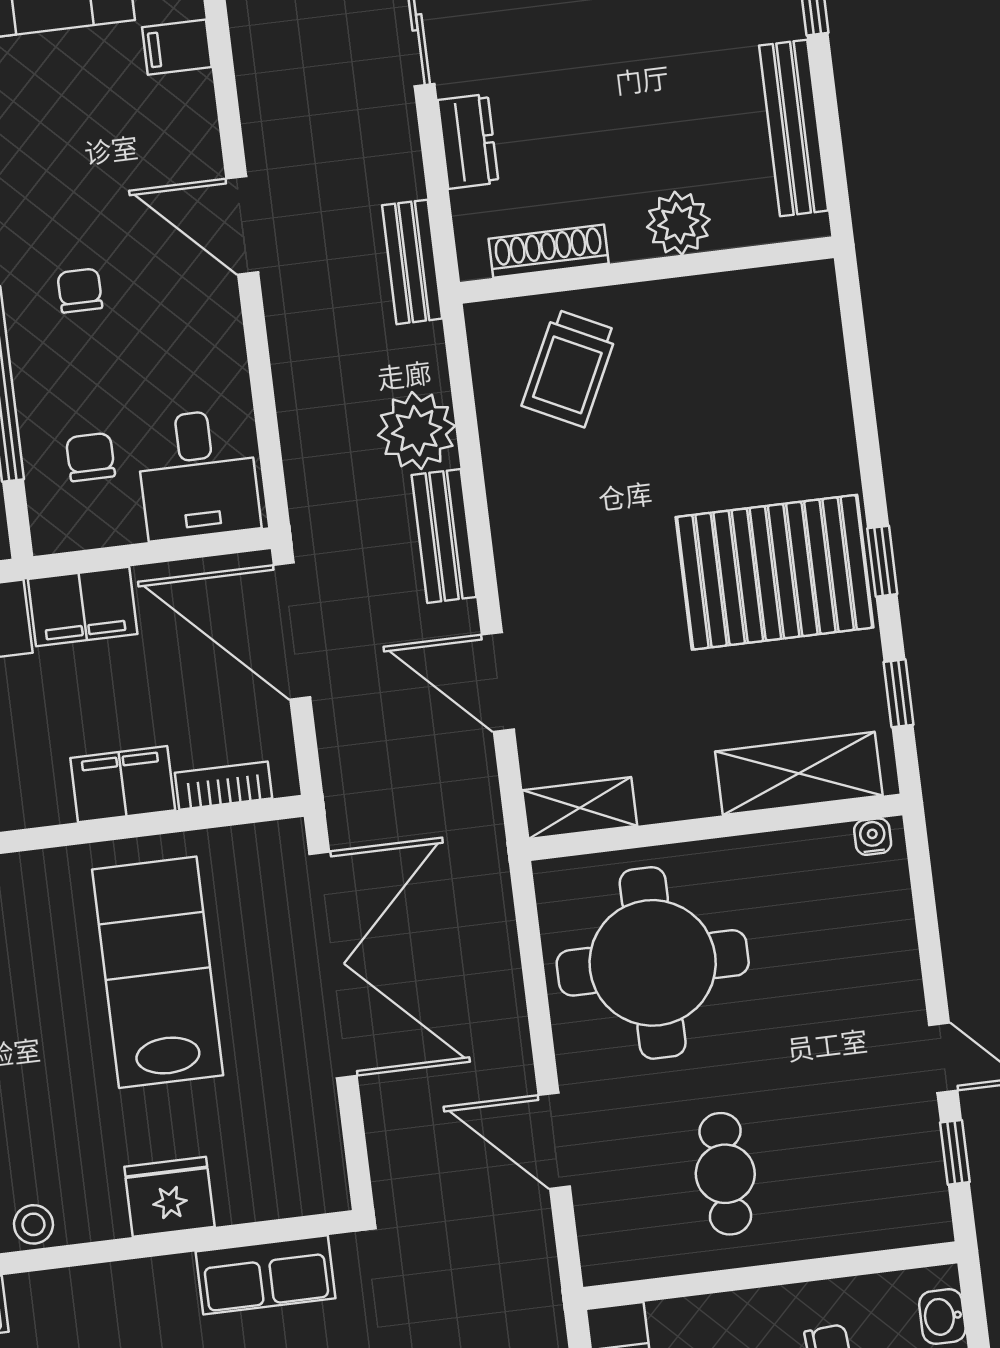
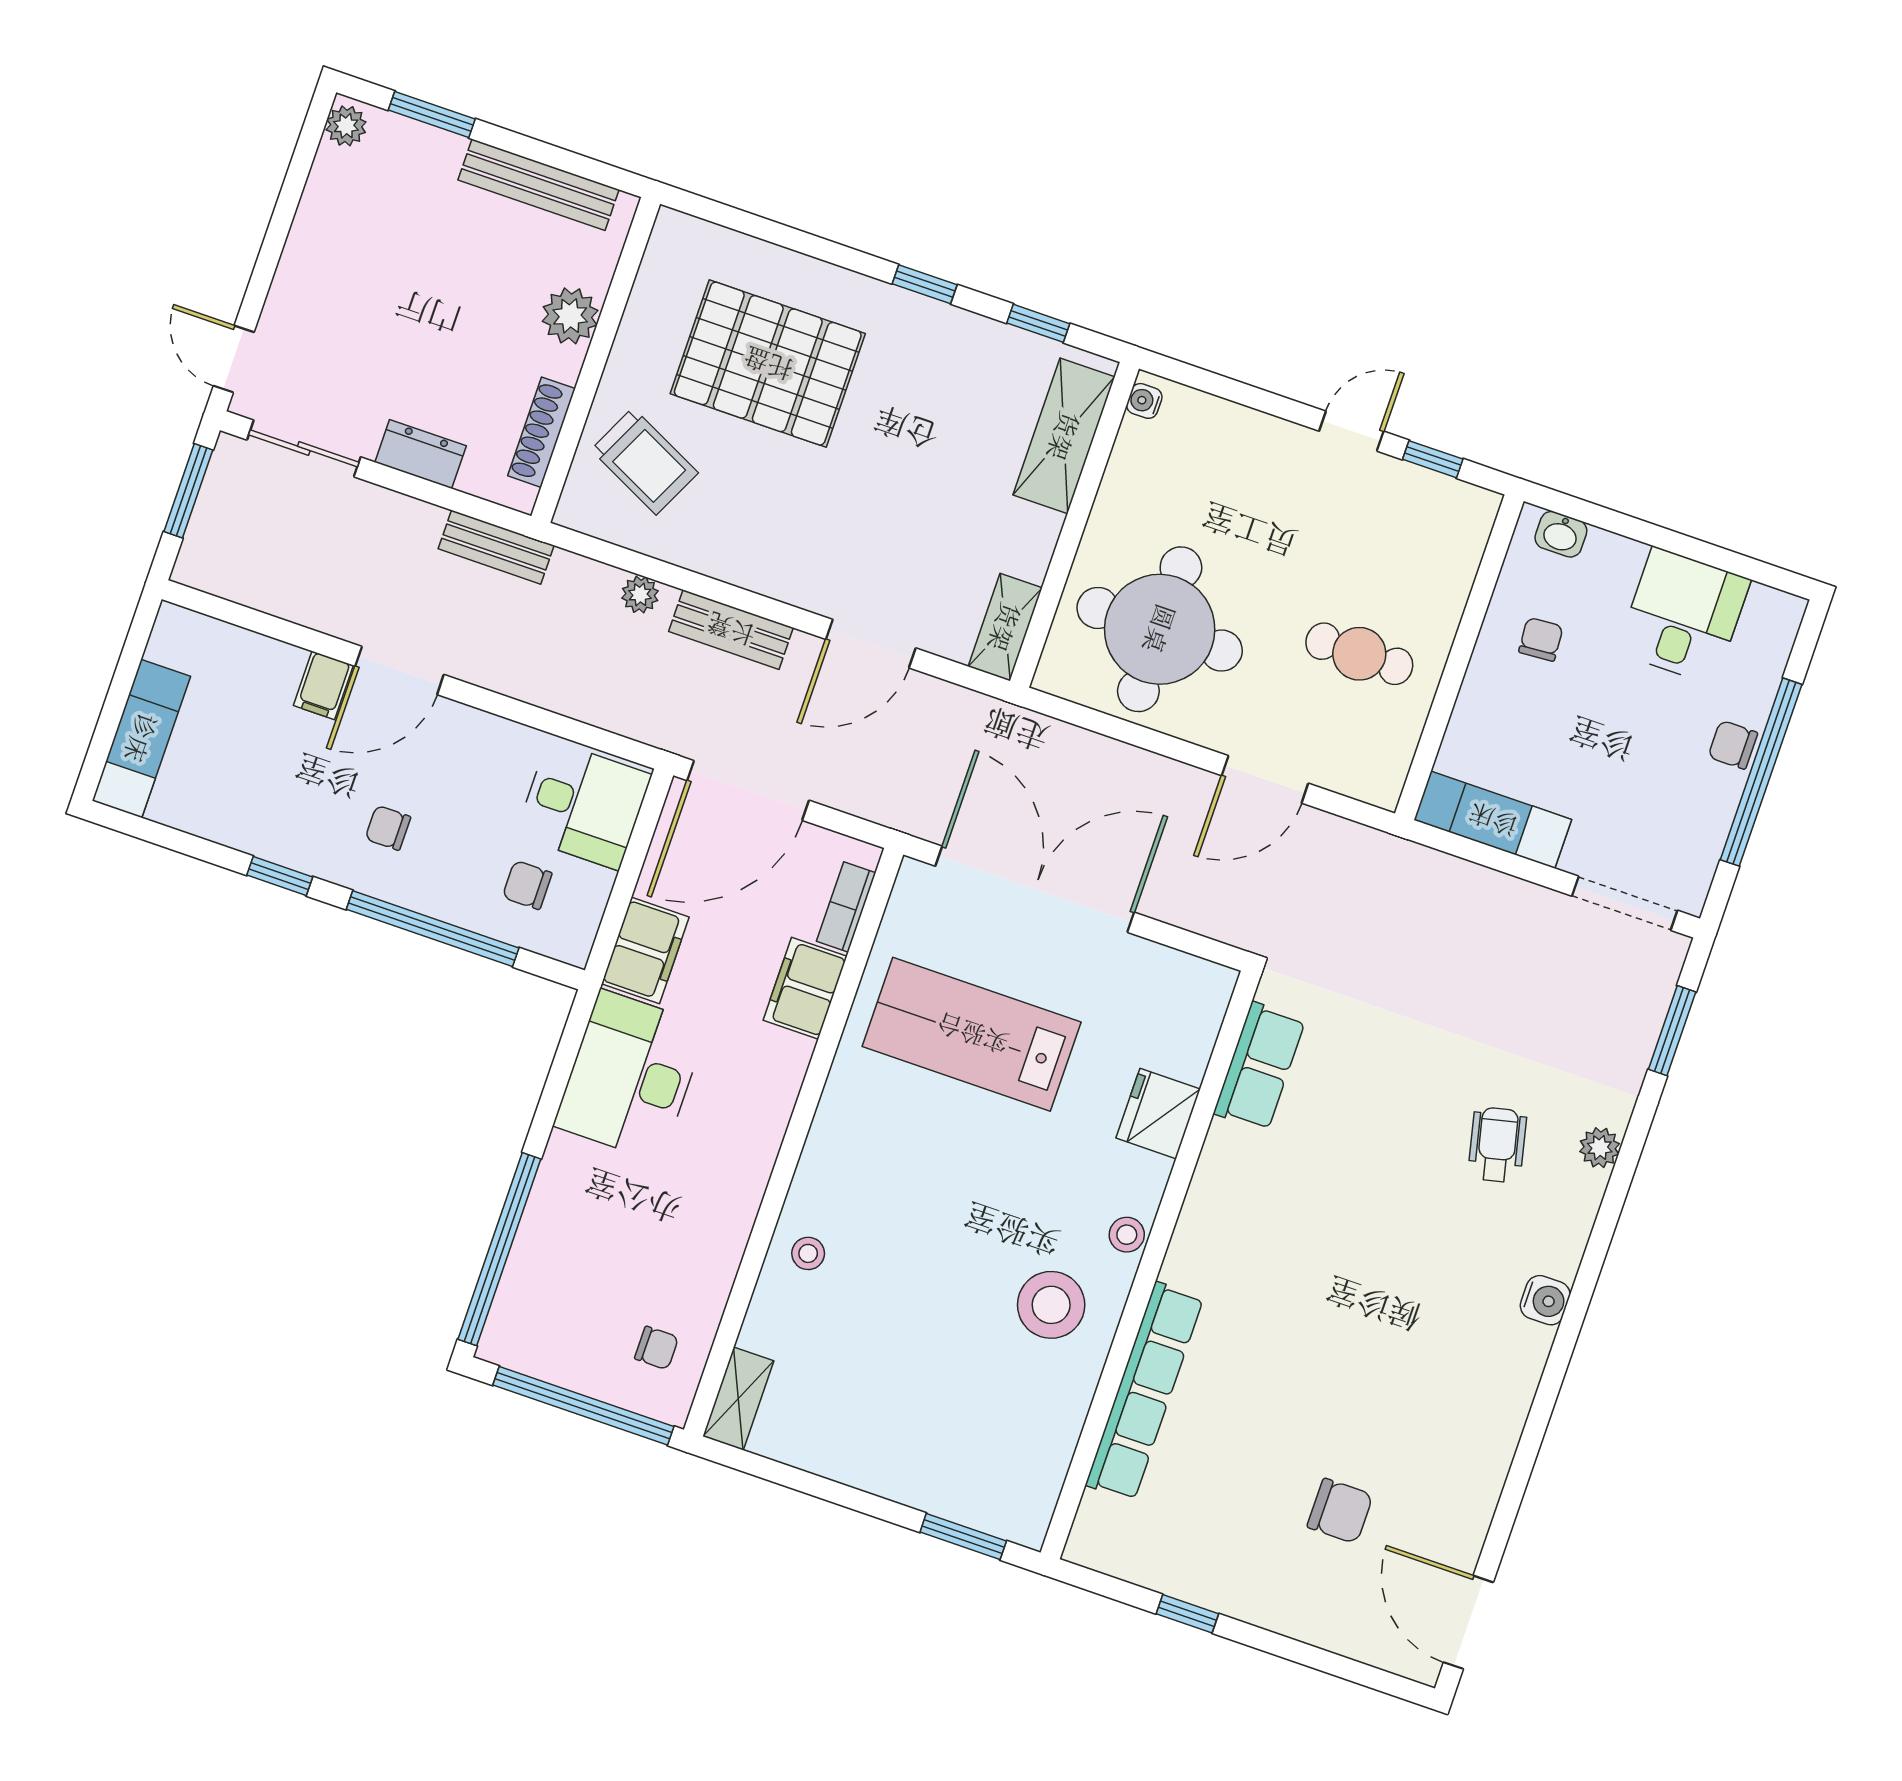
filing cabinet: (177, 47) -> (323, 685), moved
plant: (417, 431) -> (640, 595), width x0.53, depth x0.53
pallet: (775, 572) -> (768, 364), moved, turned 90

